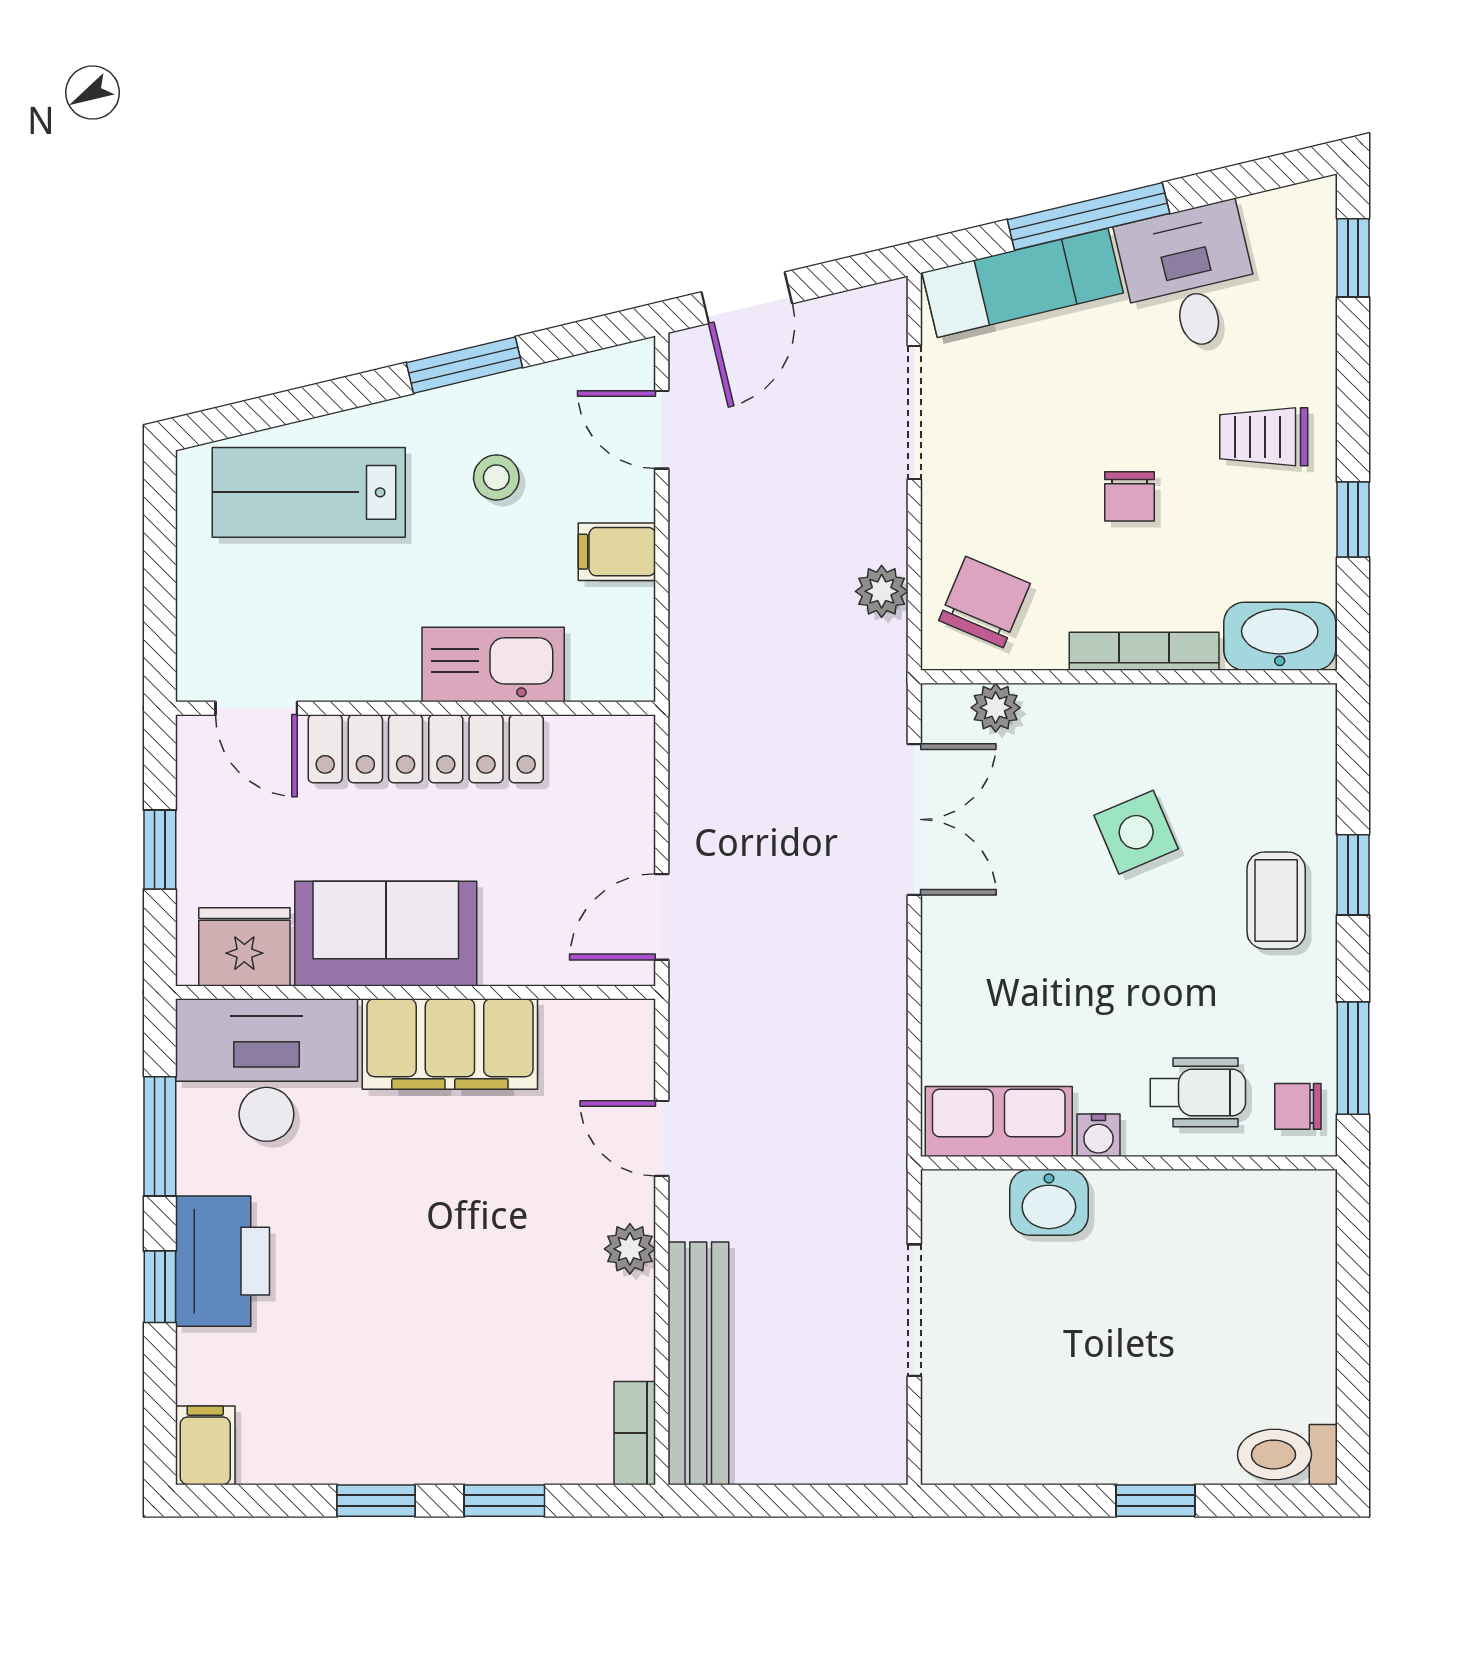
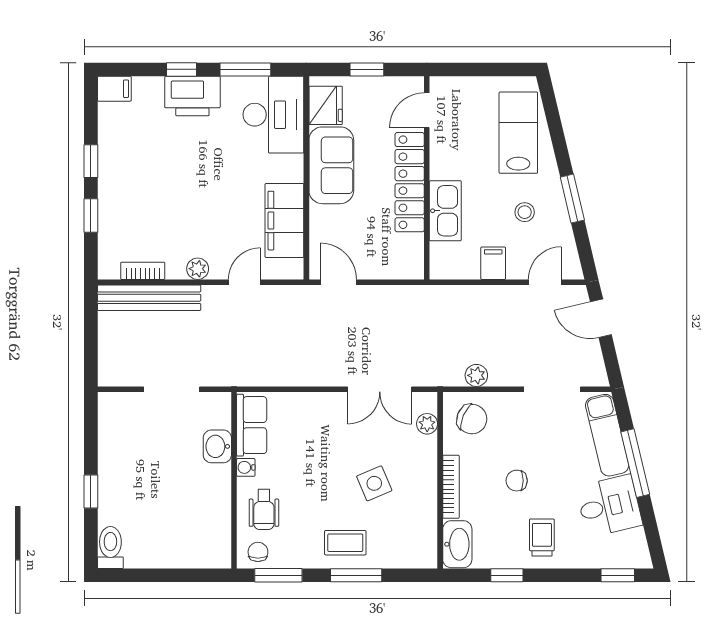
window: (1353, 875) -> (356, 575), width x1.50
filing cabinet: (450, 1044) -> (284, 221), moved
bookcase: (635, 1433) -> (143, 271), moved

